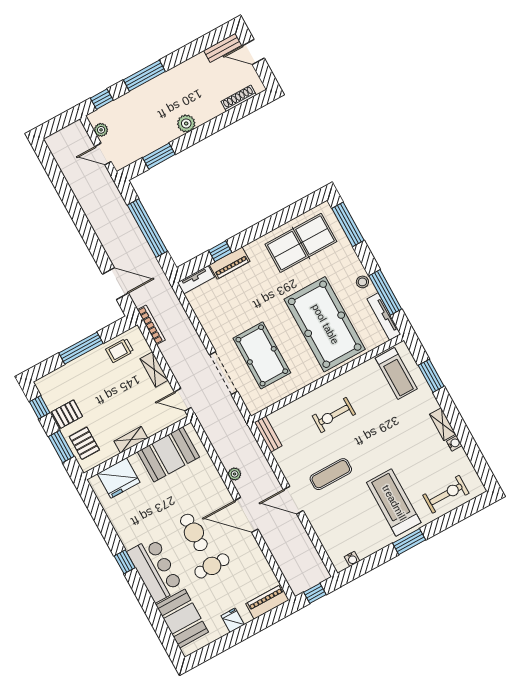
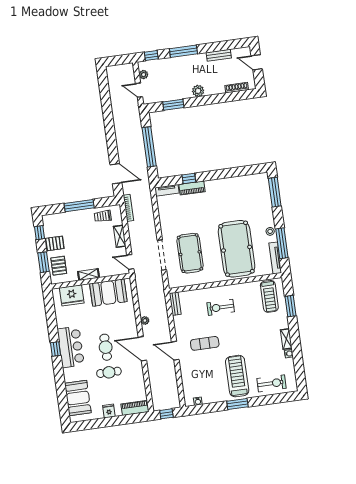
bench: (223, 48) -> (219, 55), moved
table tennis table: (301, 243) -> (241, 192), removed
bar counter: (155, 570) -> (71, 347), moved

